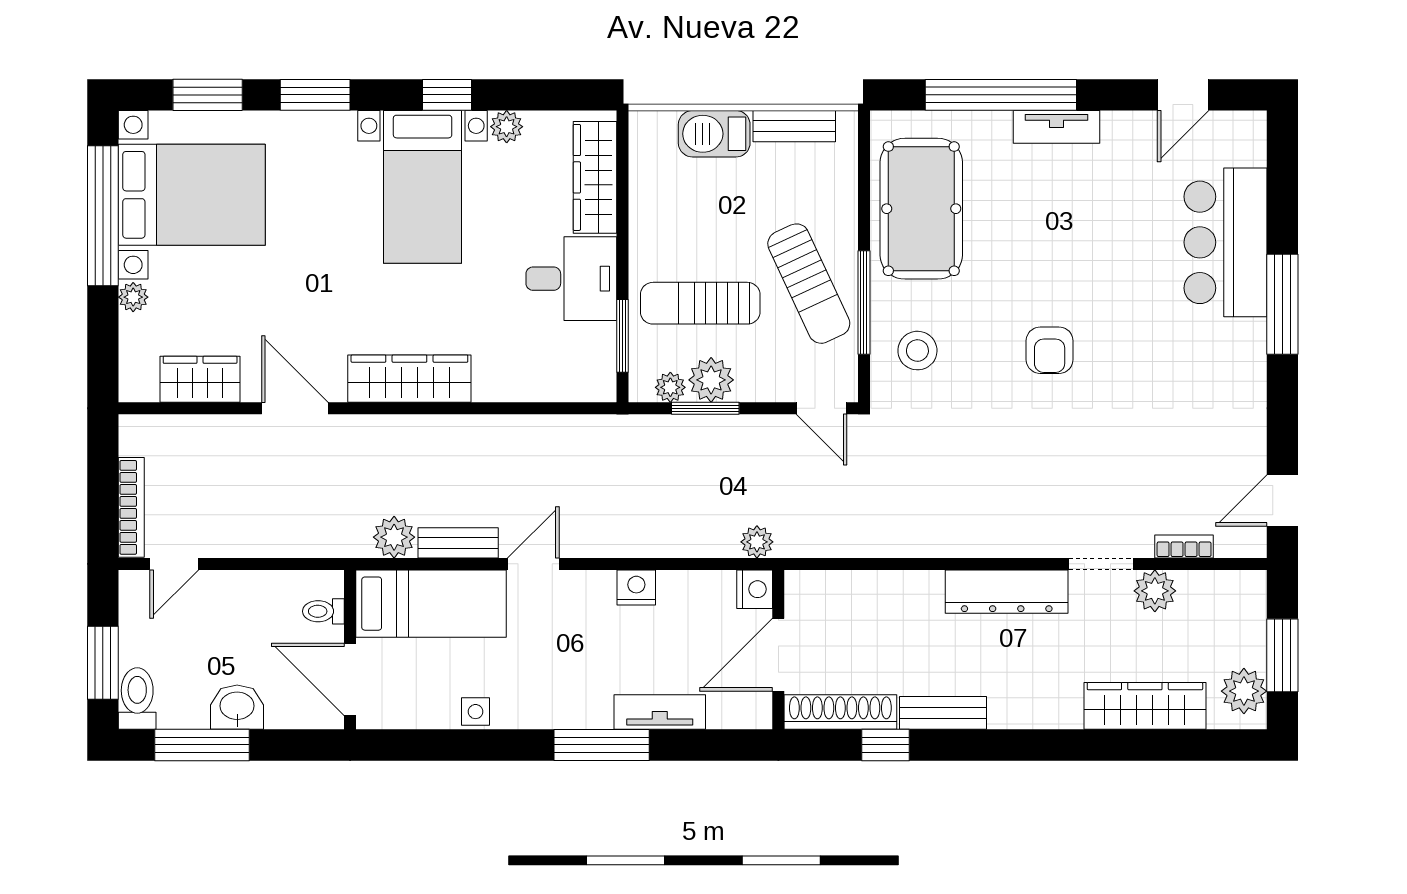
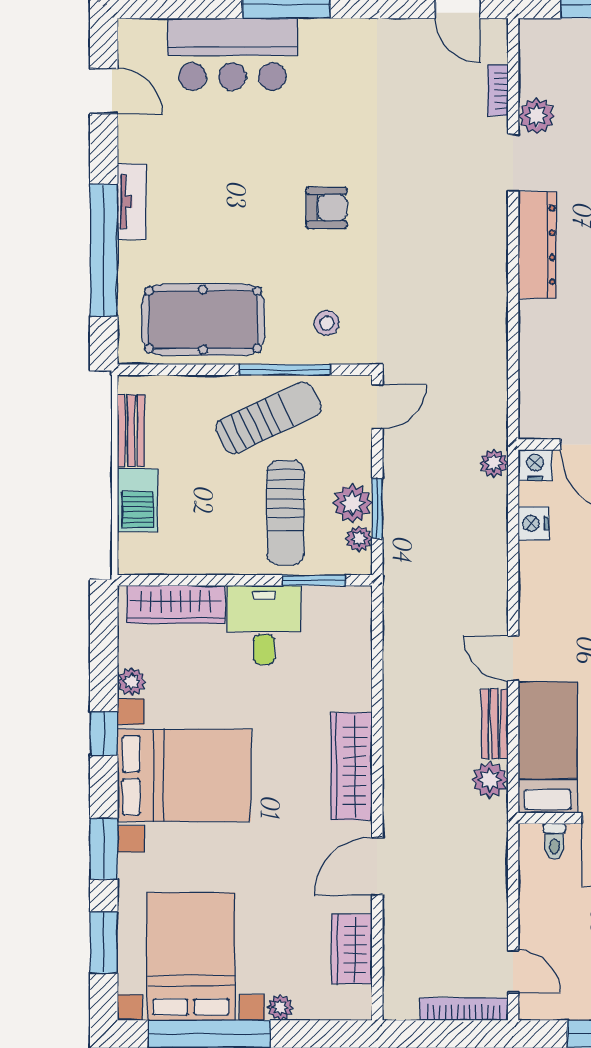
bed with nightstands: (423, 187) -> (184, 775), width x1.36
stool: (917, 351) -> (327, 323), width x0.73, depth x0.73
nightstand: (636, 587) -> (534, 523), moved

